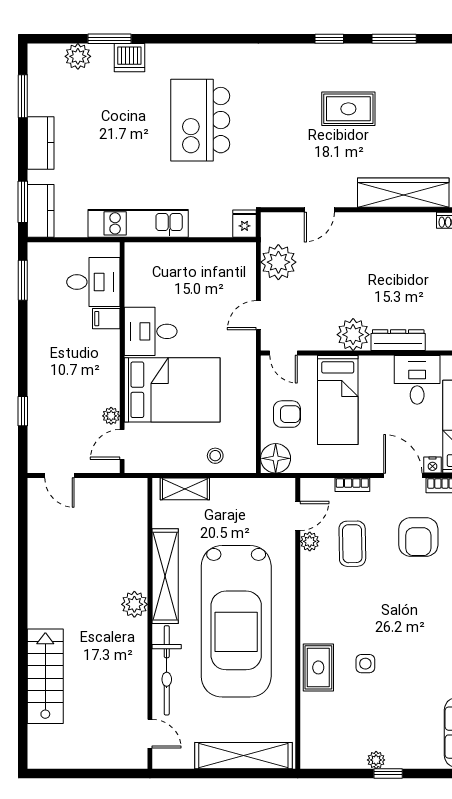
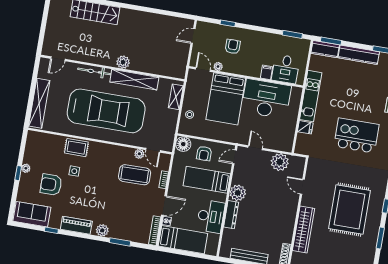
rug: (348, 109) -> (350, 210), width x1.86, depth x2.06
kitchen counter: (41, 143) -> (359, 55), width x1.50
fridge: (245, 224) -> (305, 127), moved
desk: (151, 331) -> (266, 99), width x1.87, depth x1.30
desk: (417, 380) -> (211, 216), width x1.37
armchair: (67, 394) -> (233, 47), added
armchair: (418, 537) -> (51, 185), moved
coffee table: (352, 544) -> (135, 175), width x1.36, depth x1.32
car: (236, 621) -> (106, 111), turned 180
bicycle: (167, 670) -> (94, 71), width x0.73, depth x0.71

